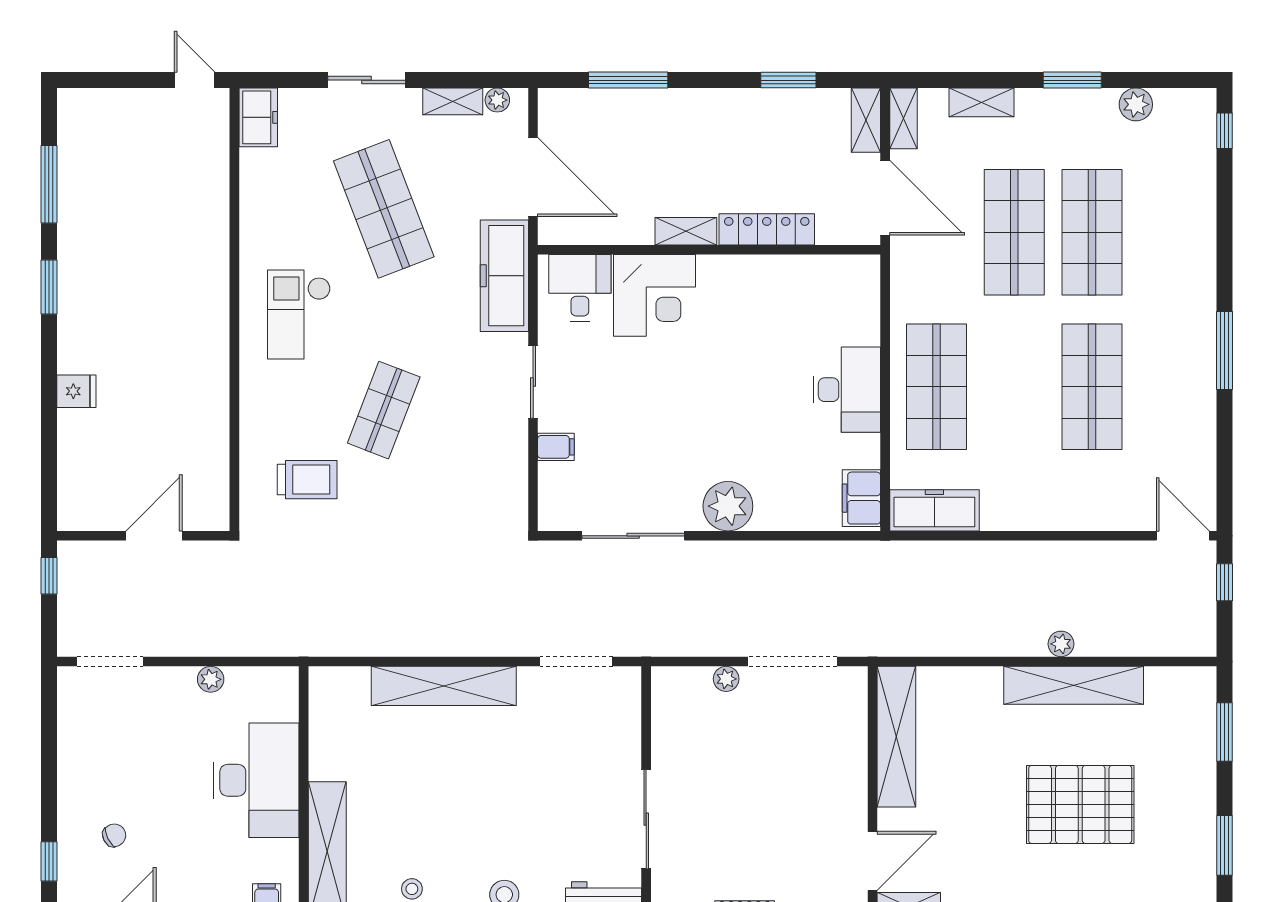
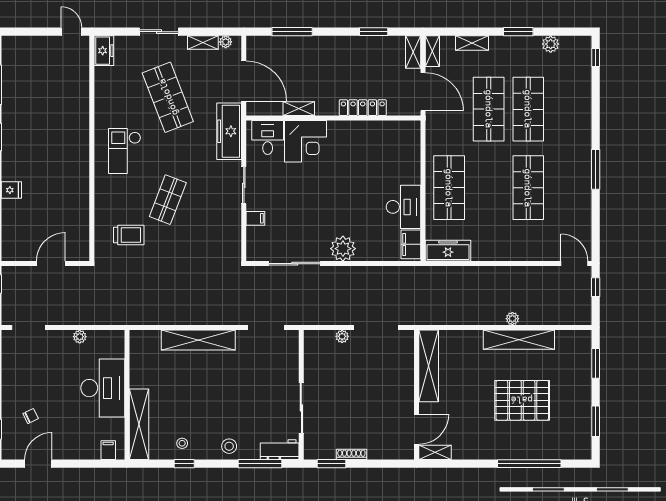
shelving: (686, 231) -> (299, 109), moved
desk: (847, 390) -> (403, 207), moved

